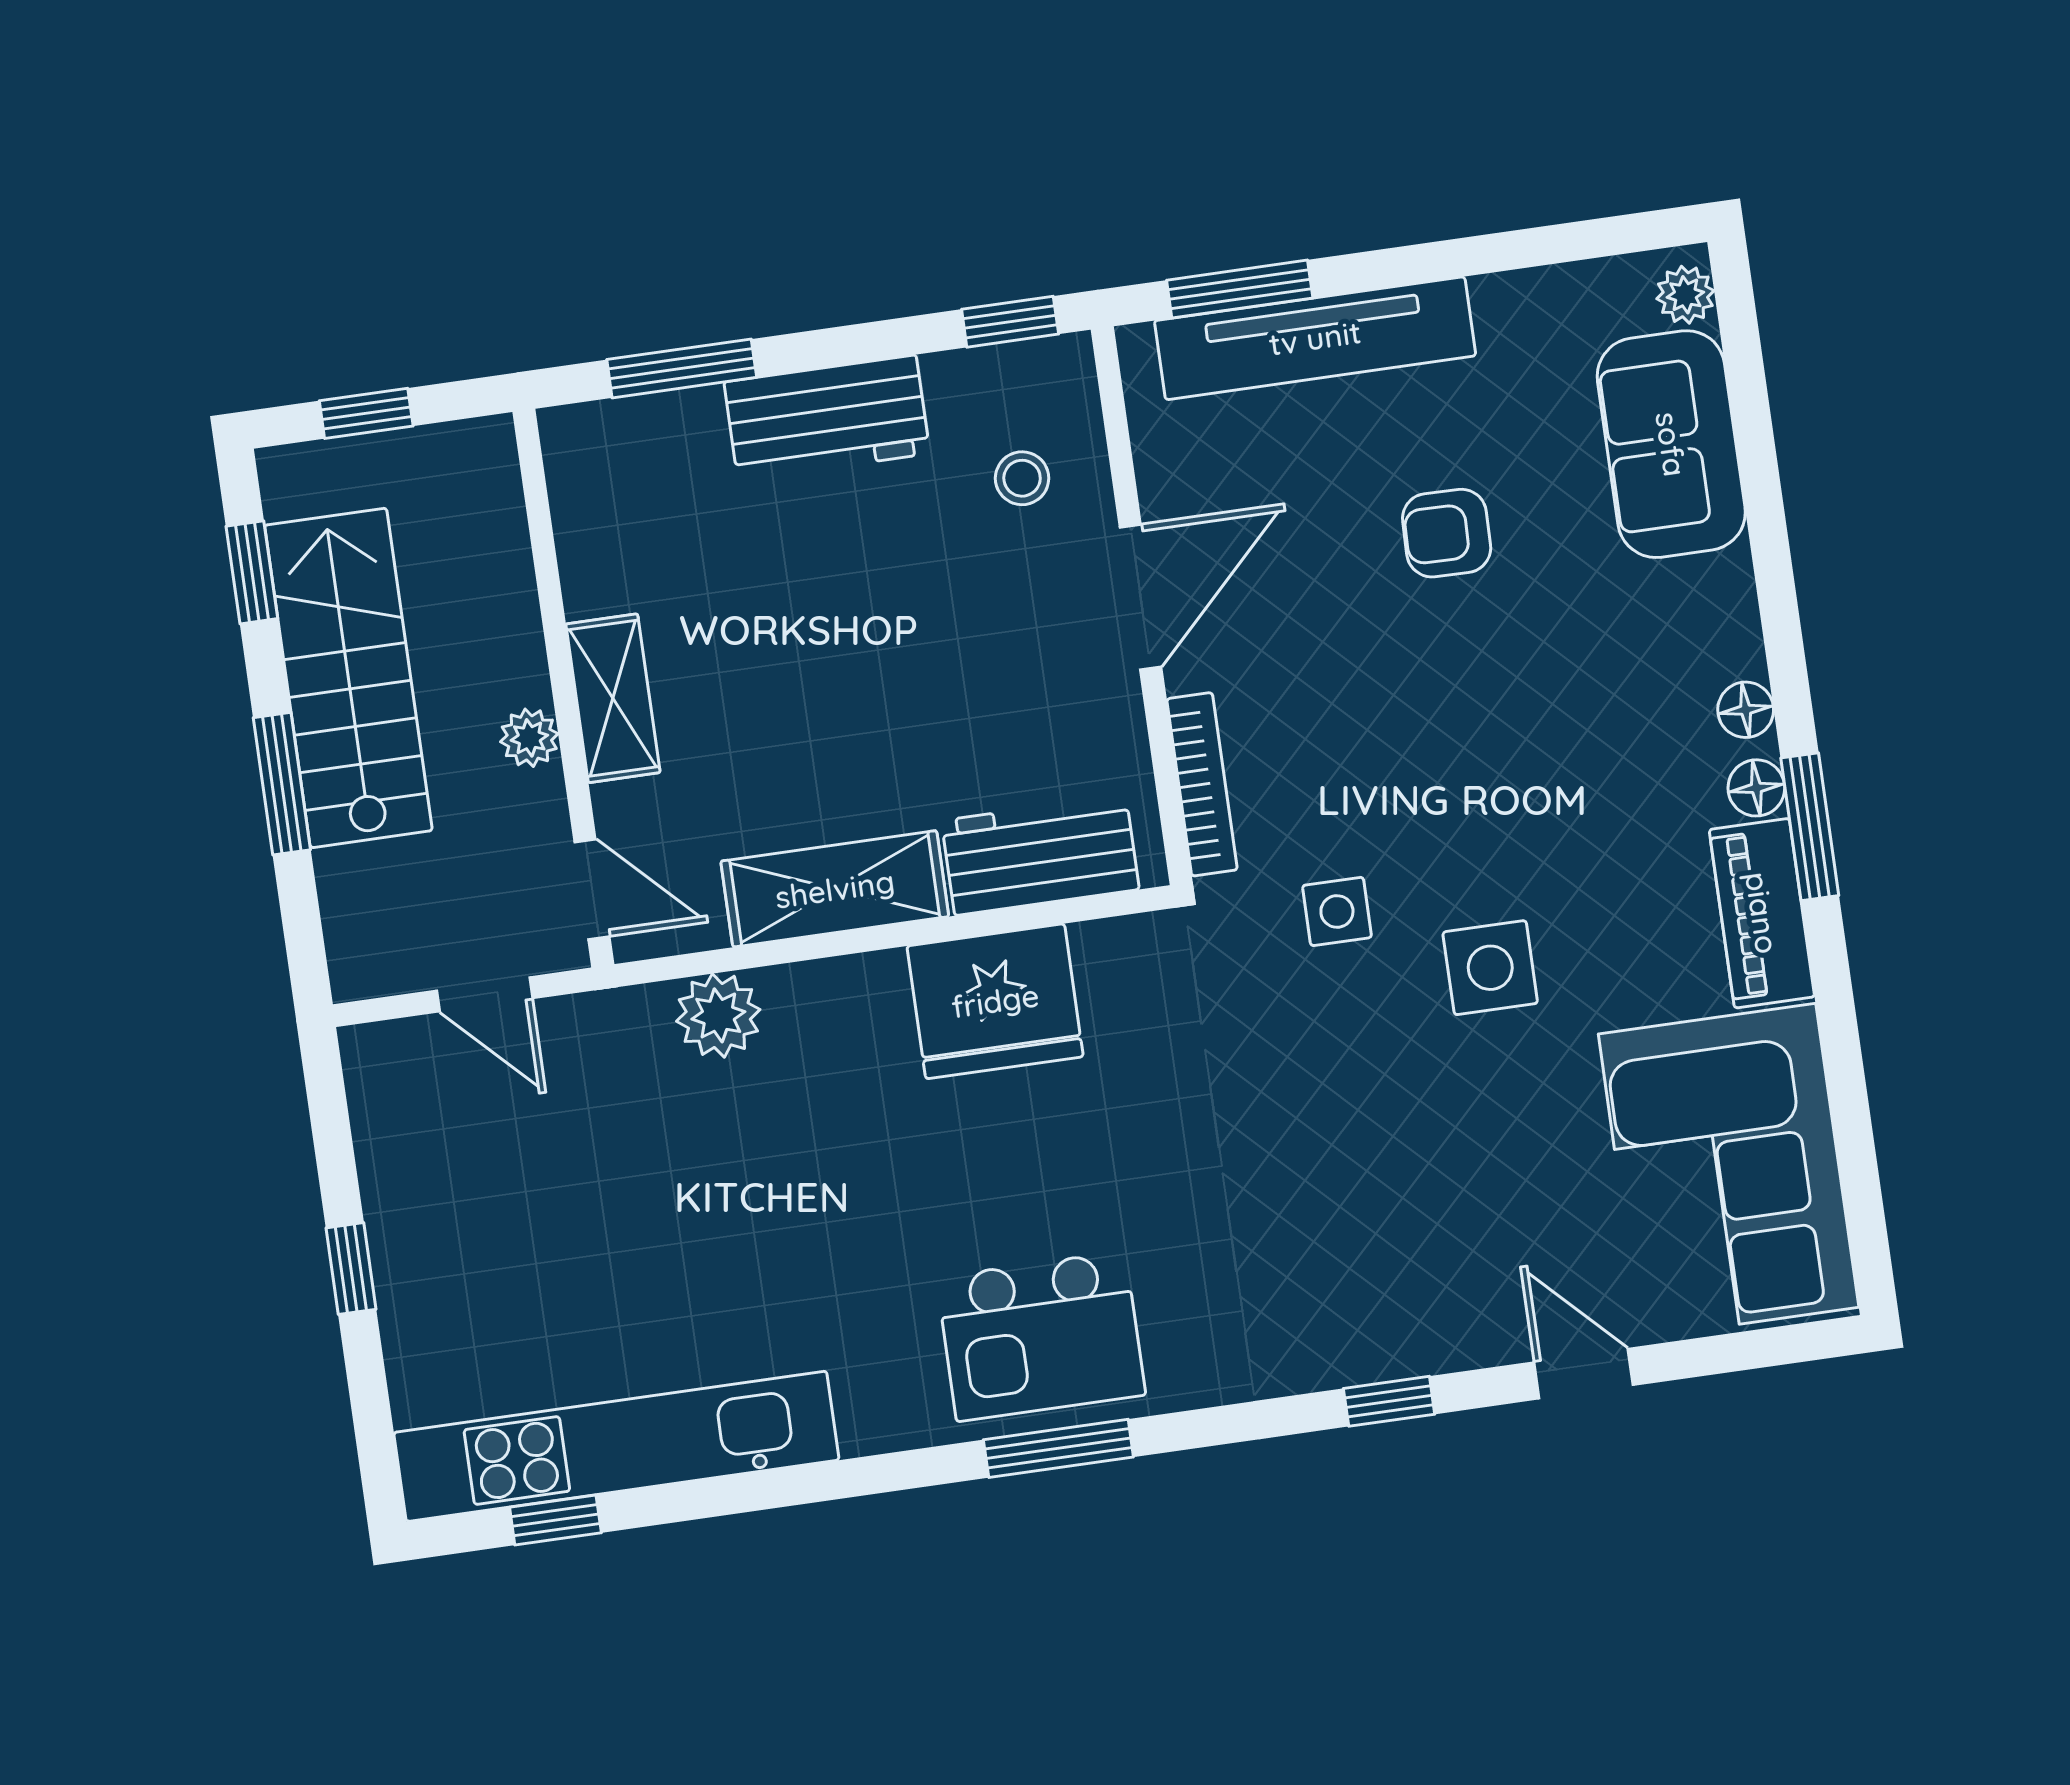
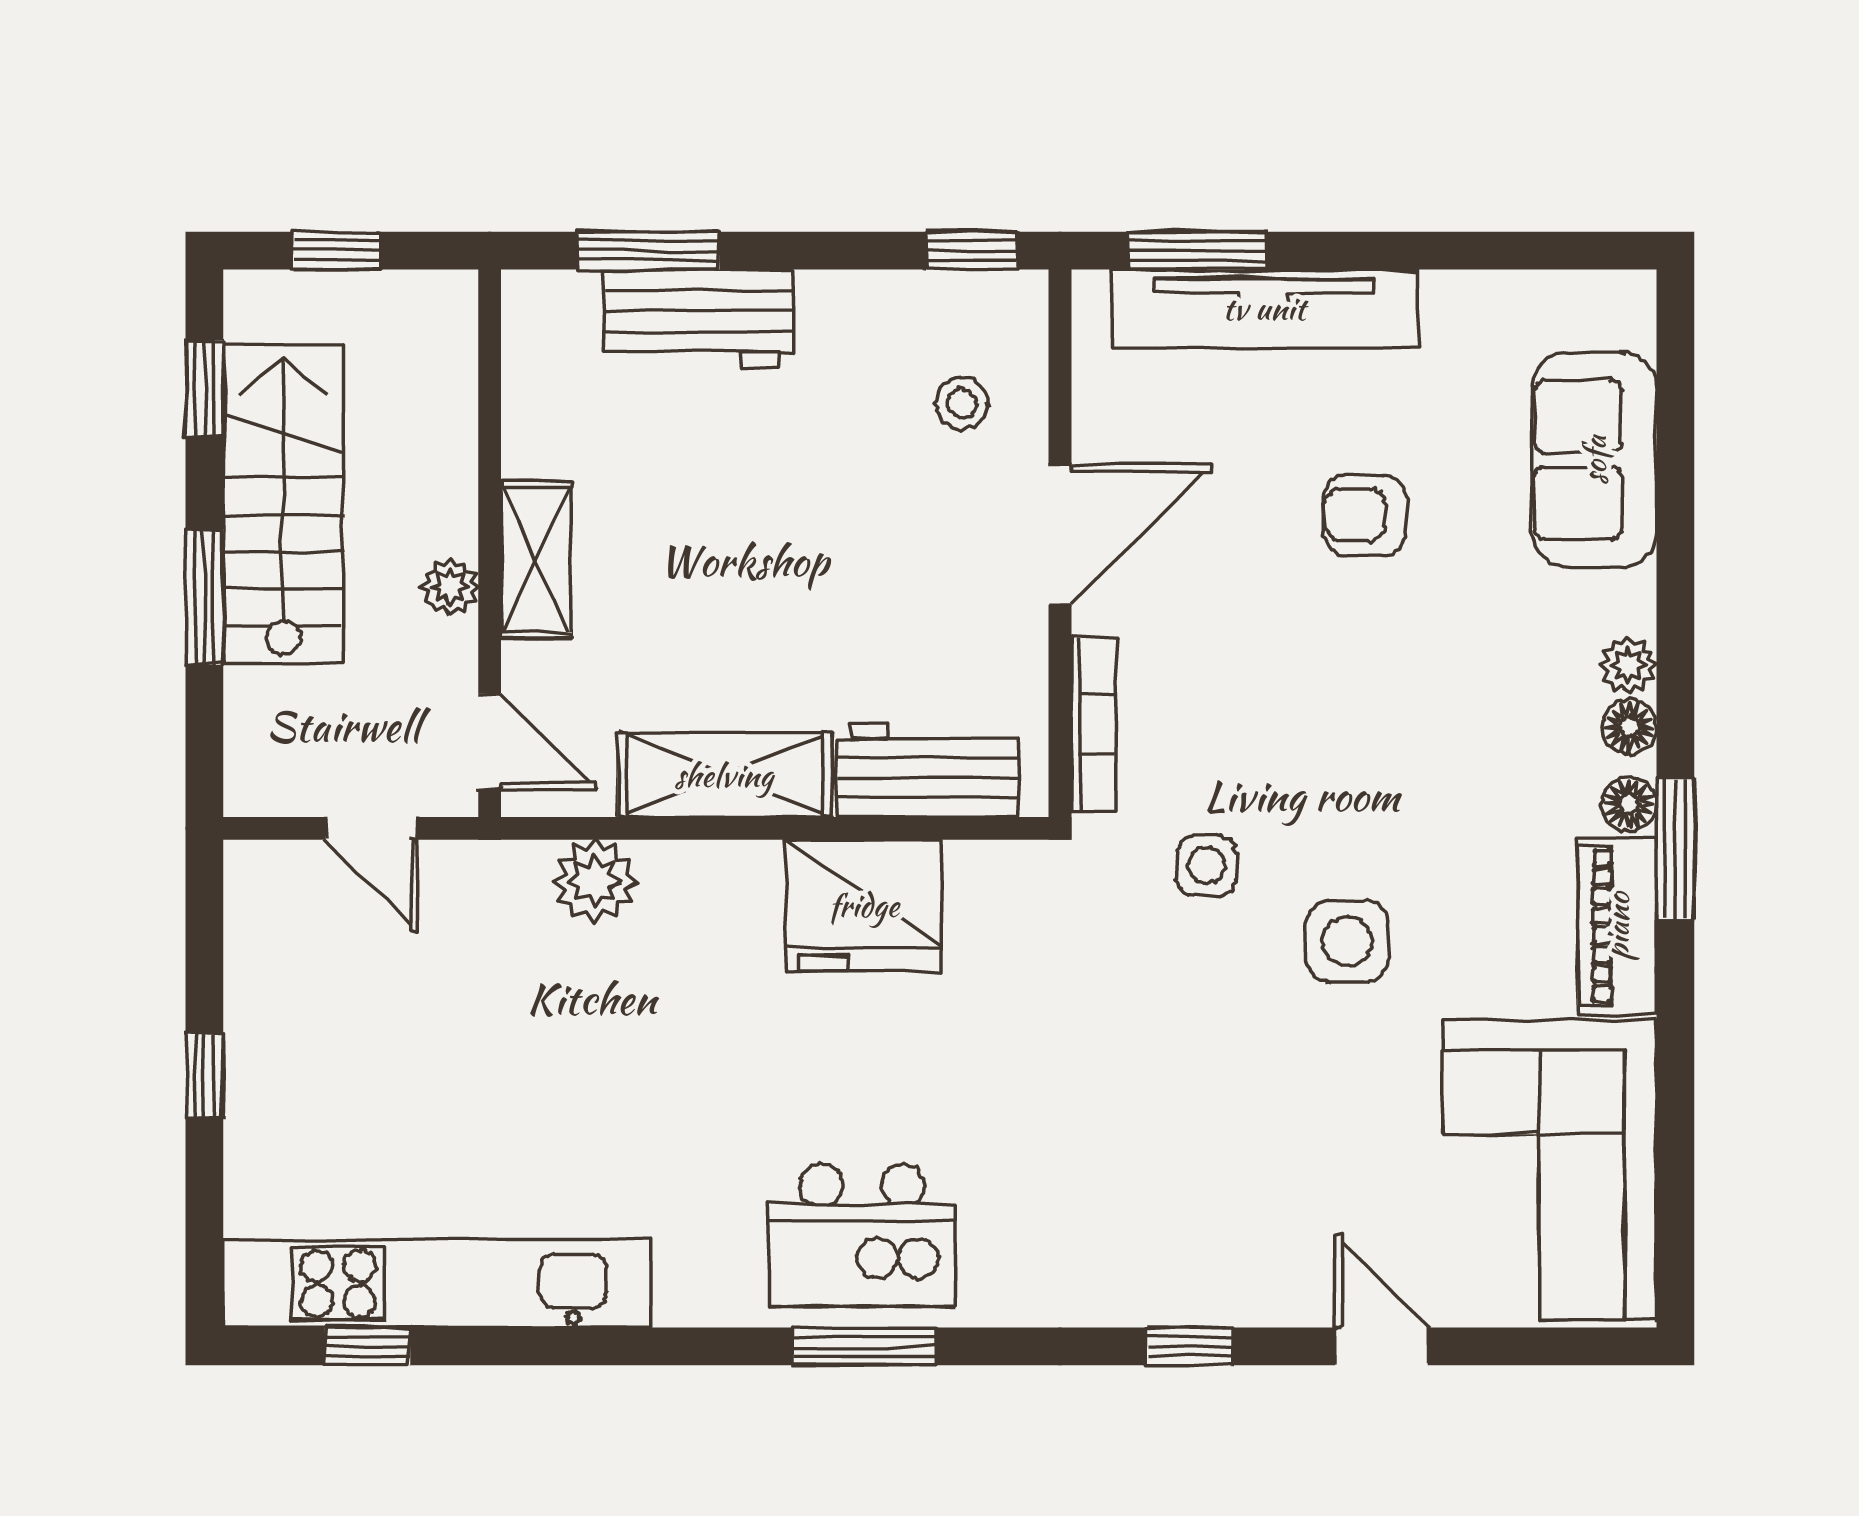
plant: (1685, 295) -> (1628, 665), moved
workbench: (827, 418) -> (699, 318), moved

